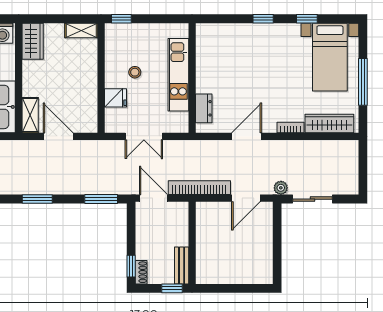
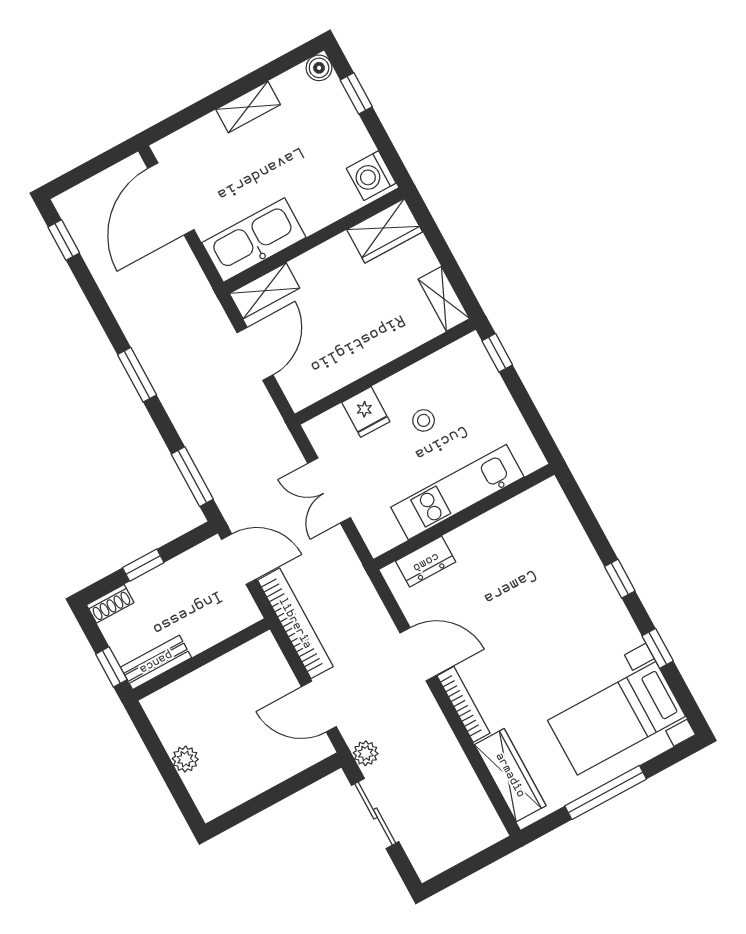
bookcase: (290, 128) -> (464, 704), width x1.56
door: (153, 198) -> (239, 559), hinge flipped
window: (131, 266) -> (143, 565), moved
plant: (236, 277) -> (185, 759), added

